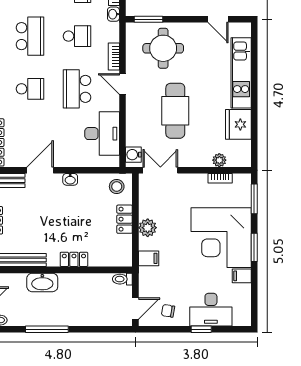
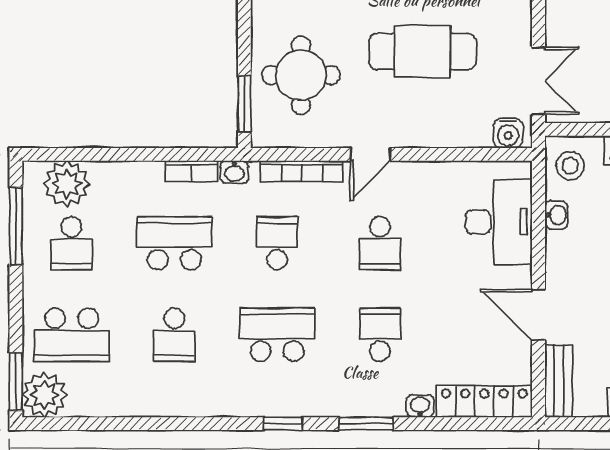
bookcase: (114, 56) -> (302, 171), width x1.56
school desk: (77, 89) -> (380, 243), width x0.54
desk: (102, 134) -> (499, 222), moved, turned 90
double door: (160, 170) -> (539, 81), swing flipped
washbasin: (70, 179) -> (556, 215), moved

